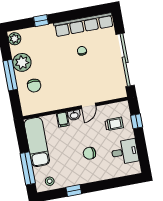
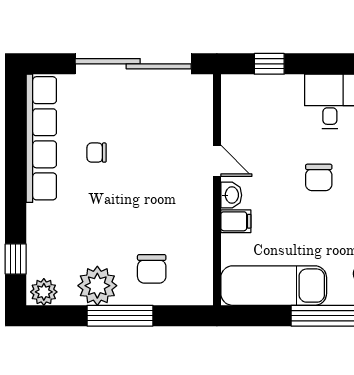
window: (41, 21) -> (16, 259), moved
chair: (34, 86) -> (152, 269), turned 90
trolley: (114, 124) -> (266, 113), removed

